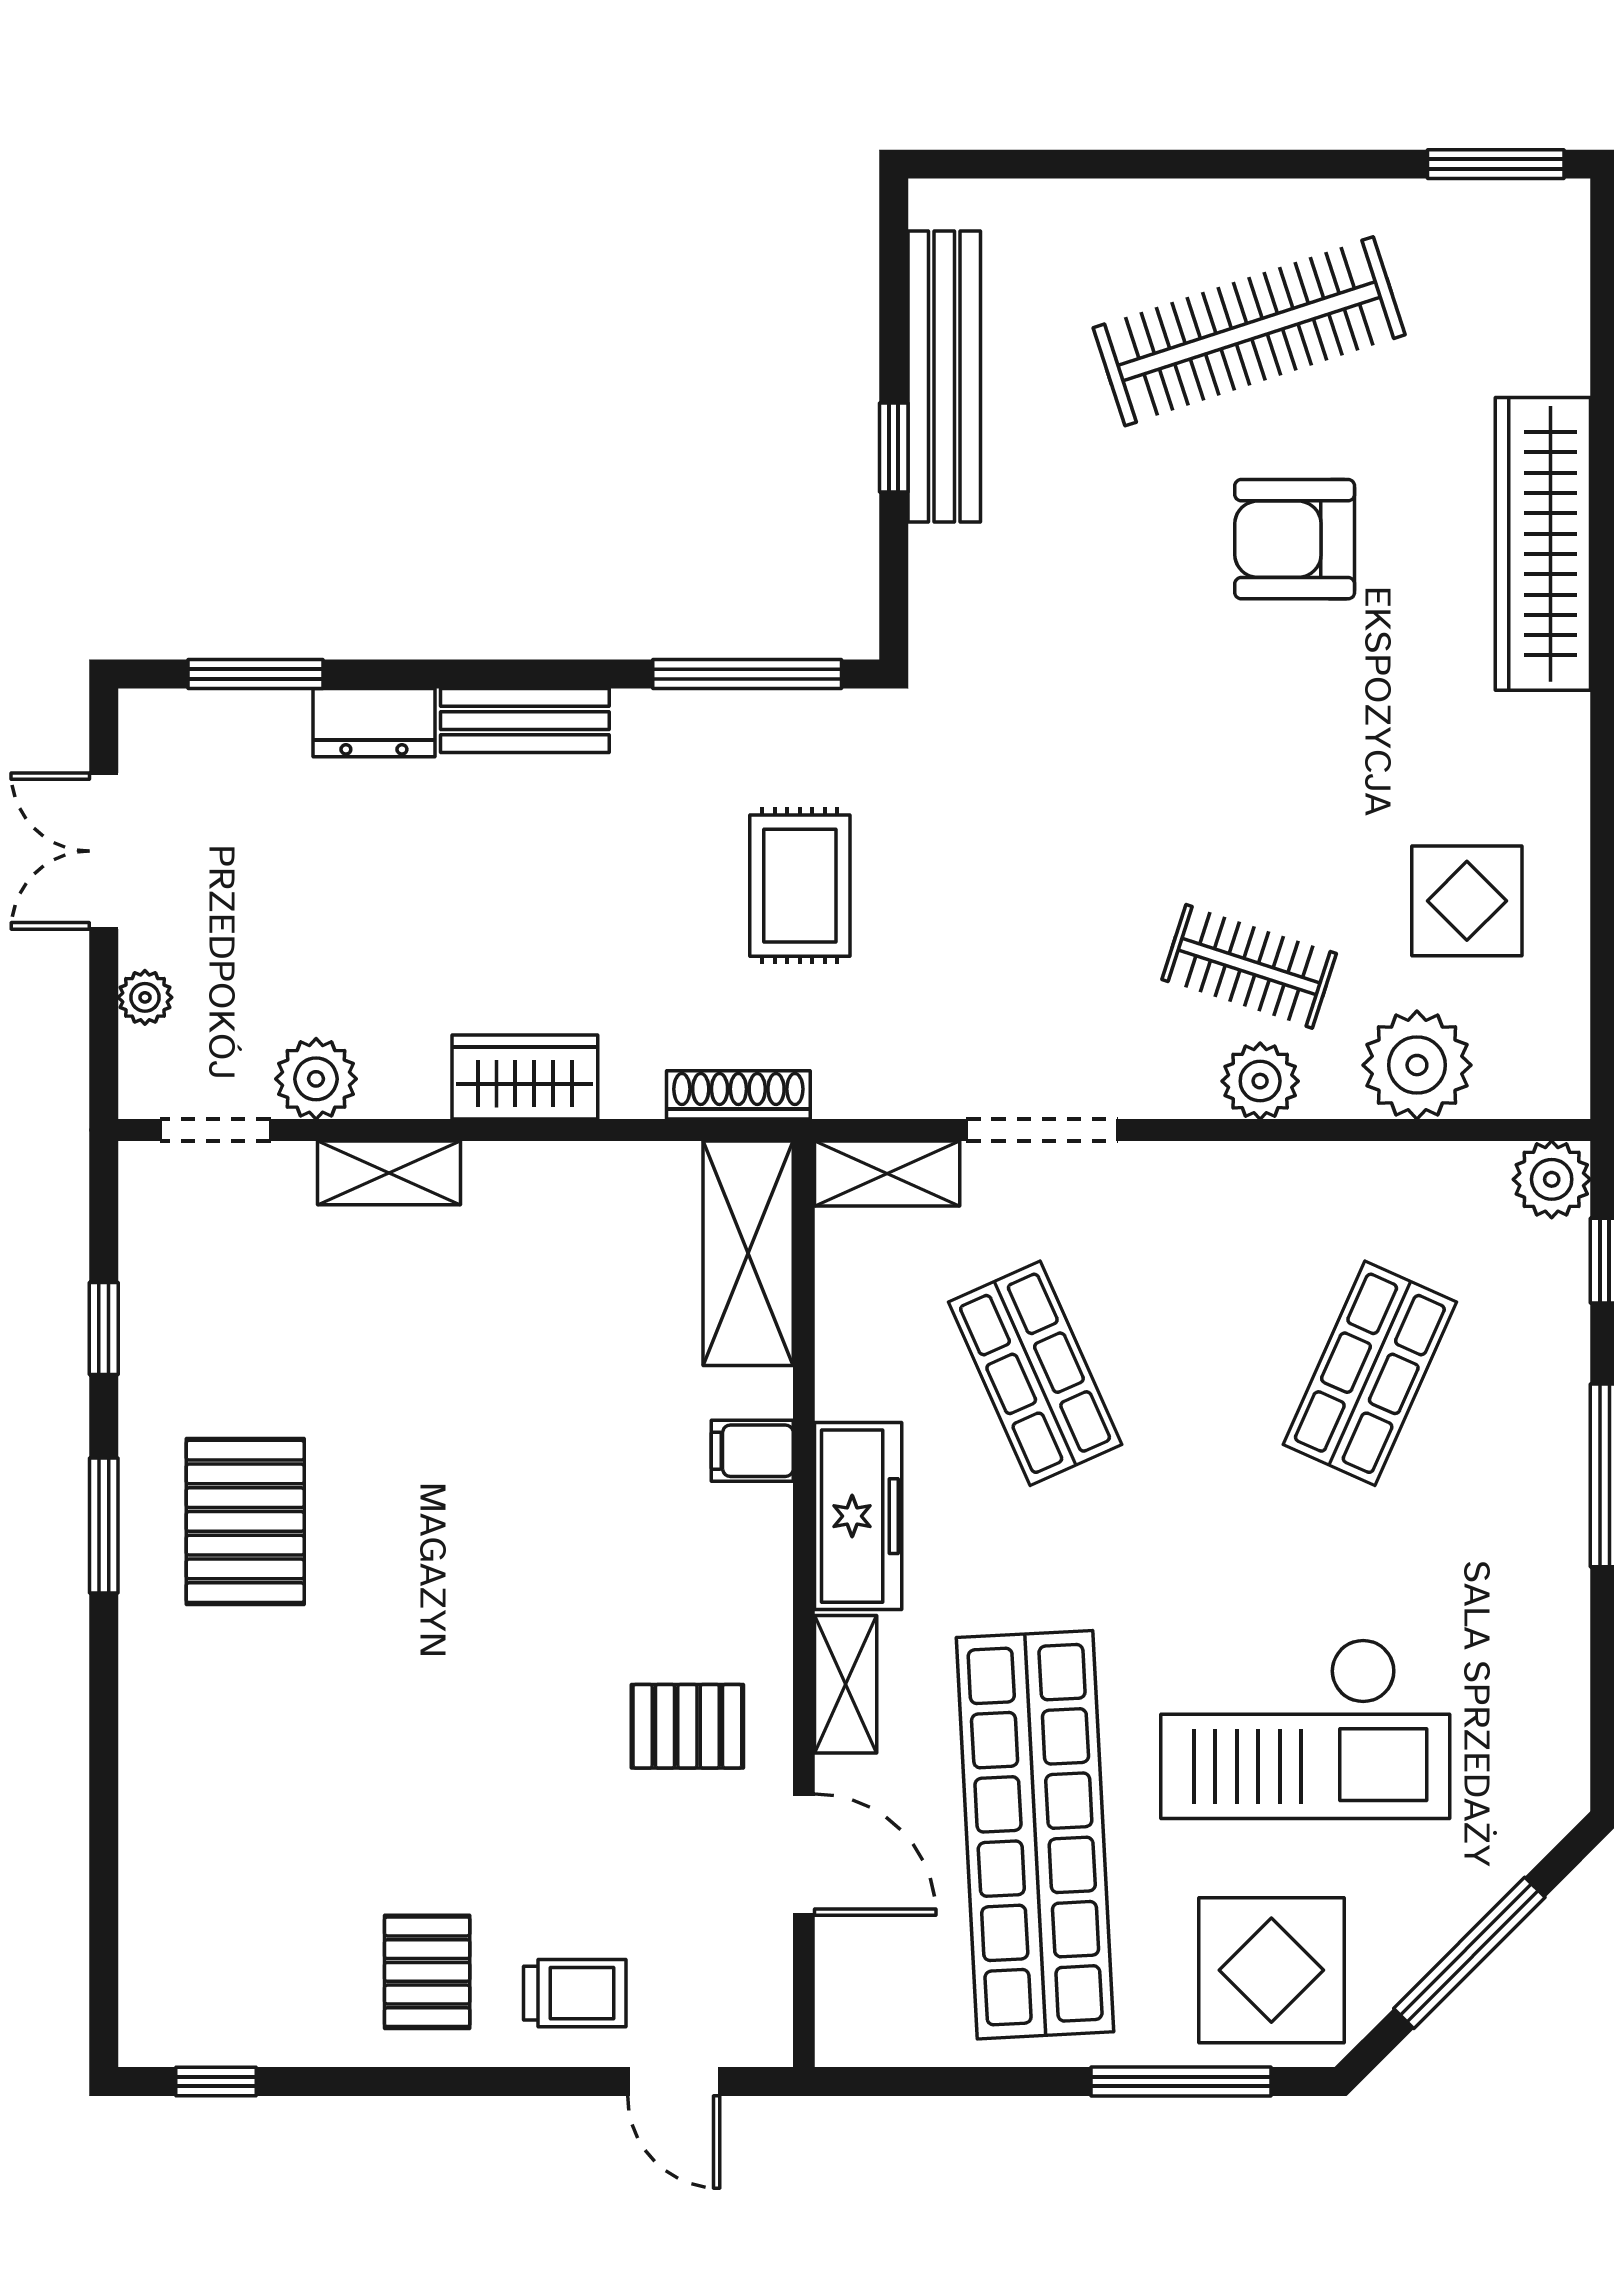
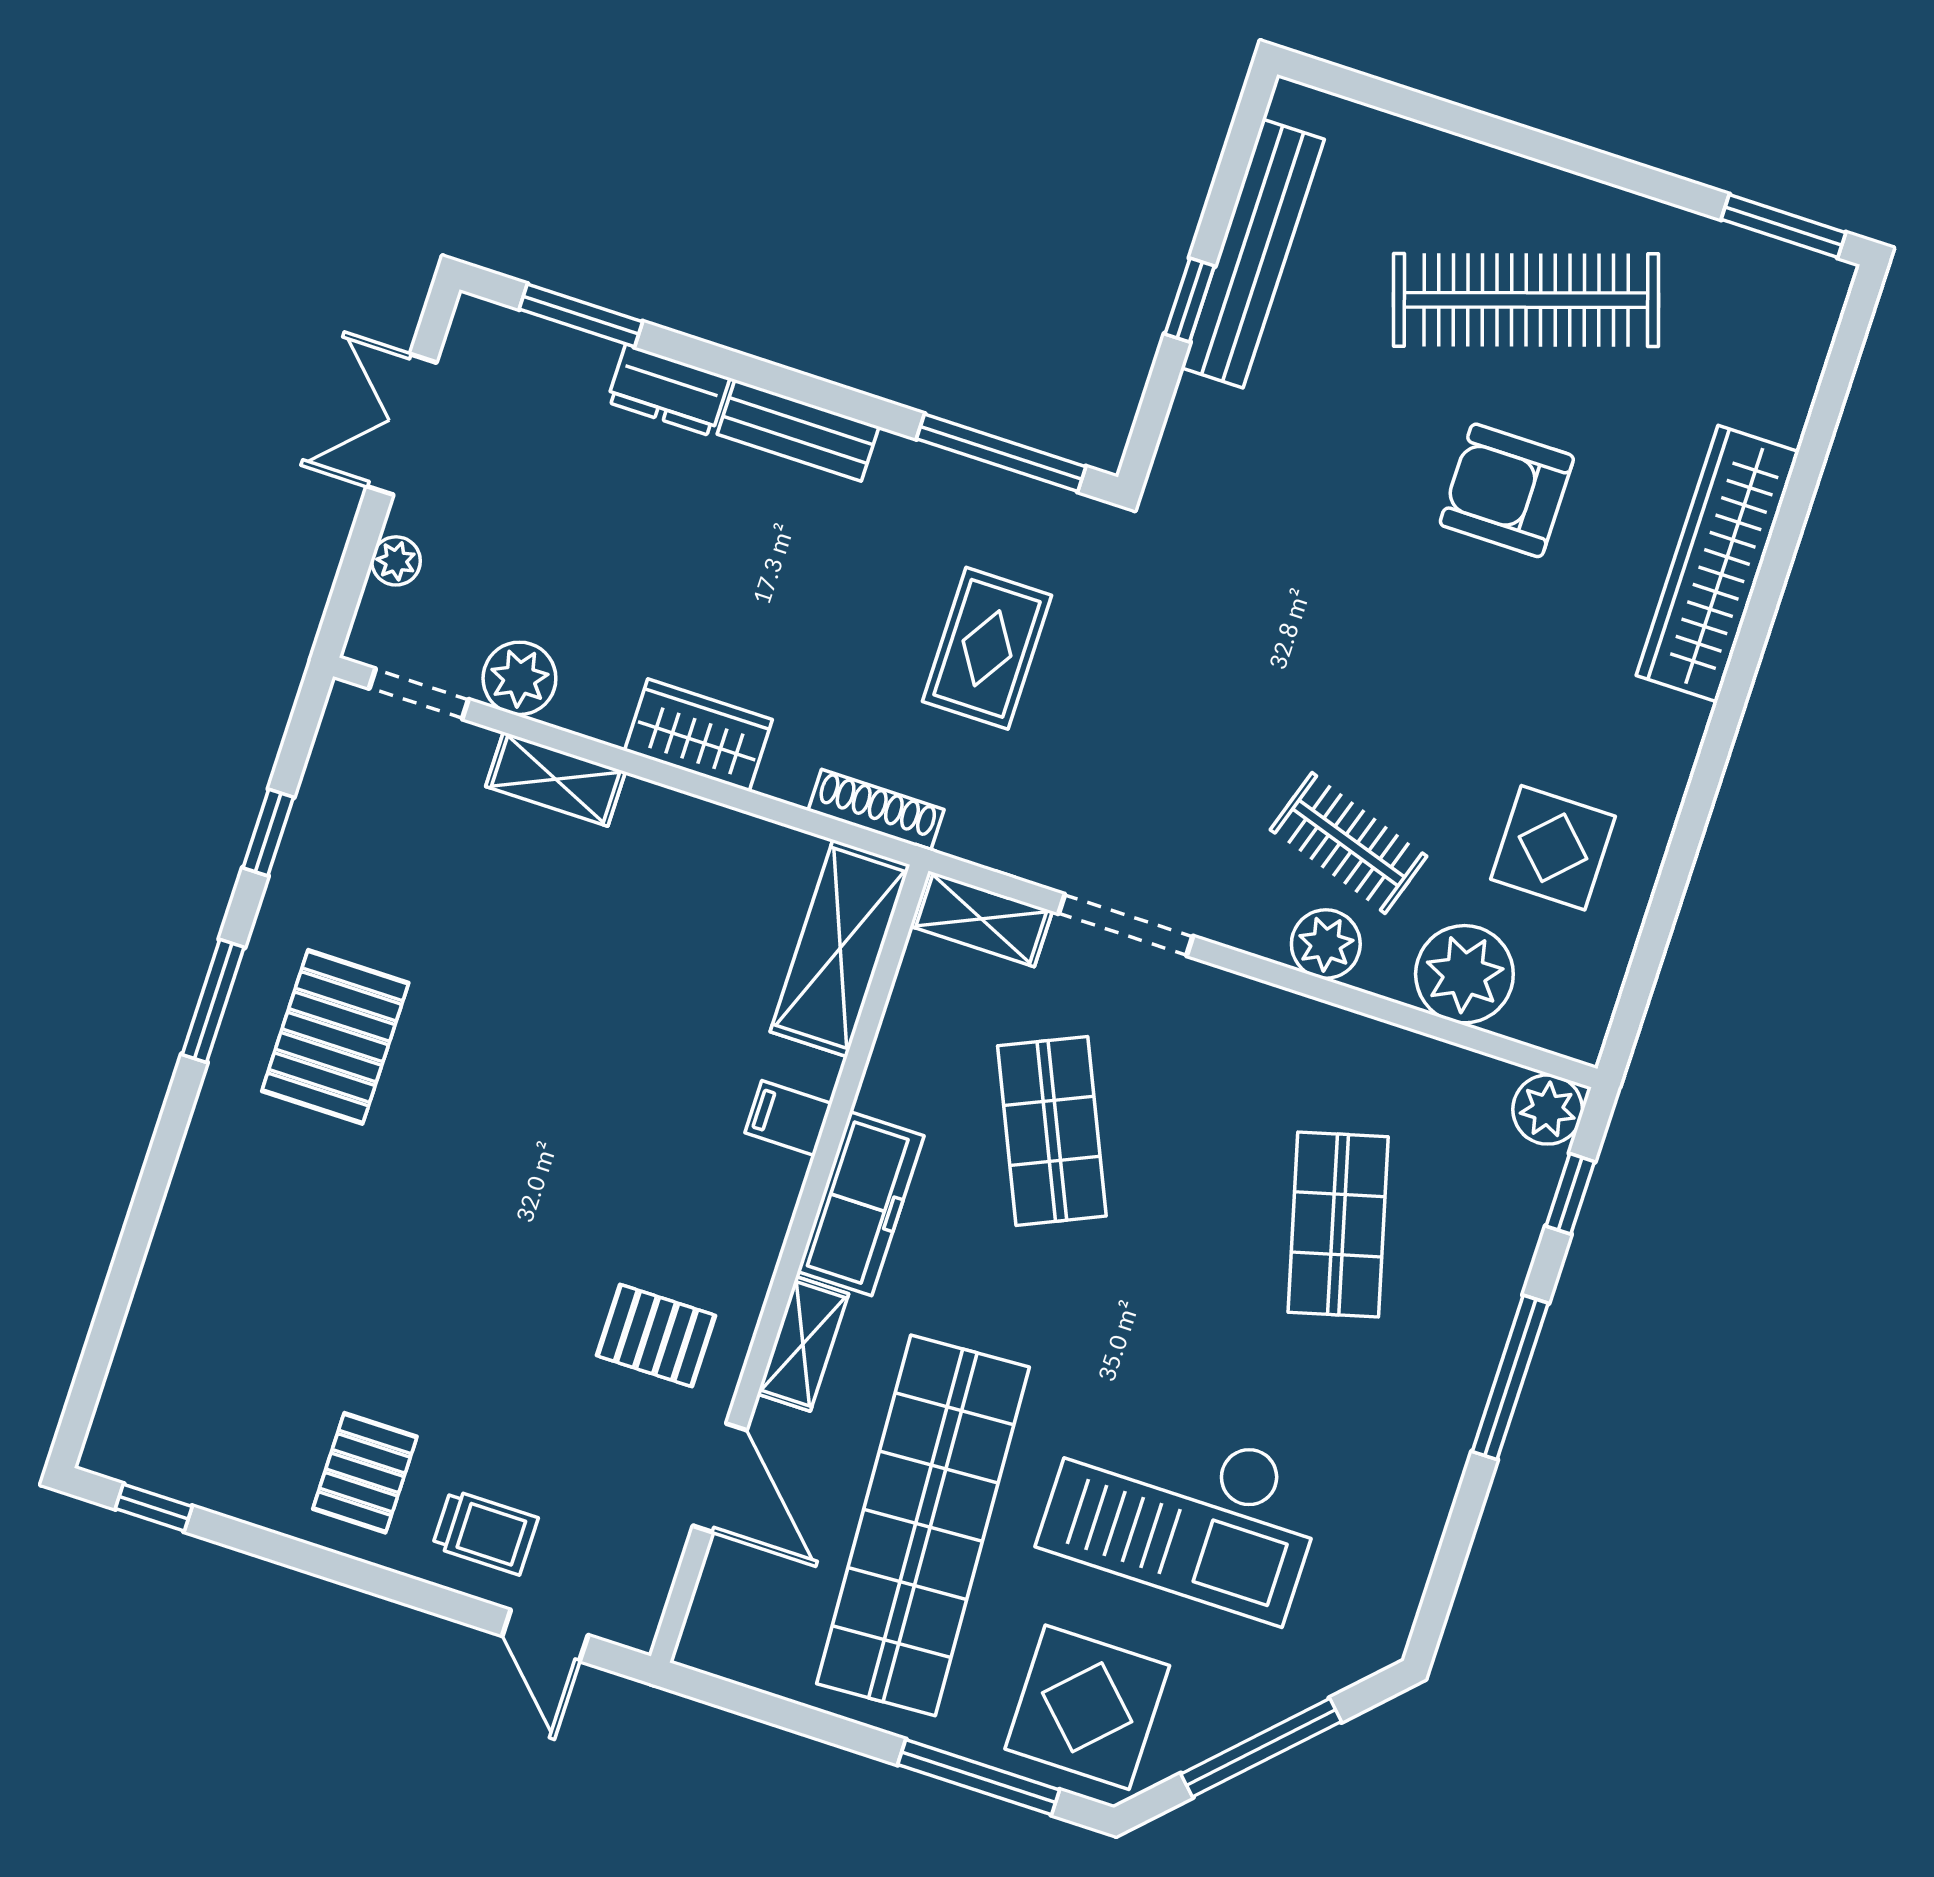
shop shelf: (1370, 1373) -> (1338, 1224), turned -39

